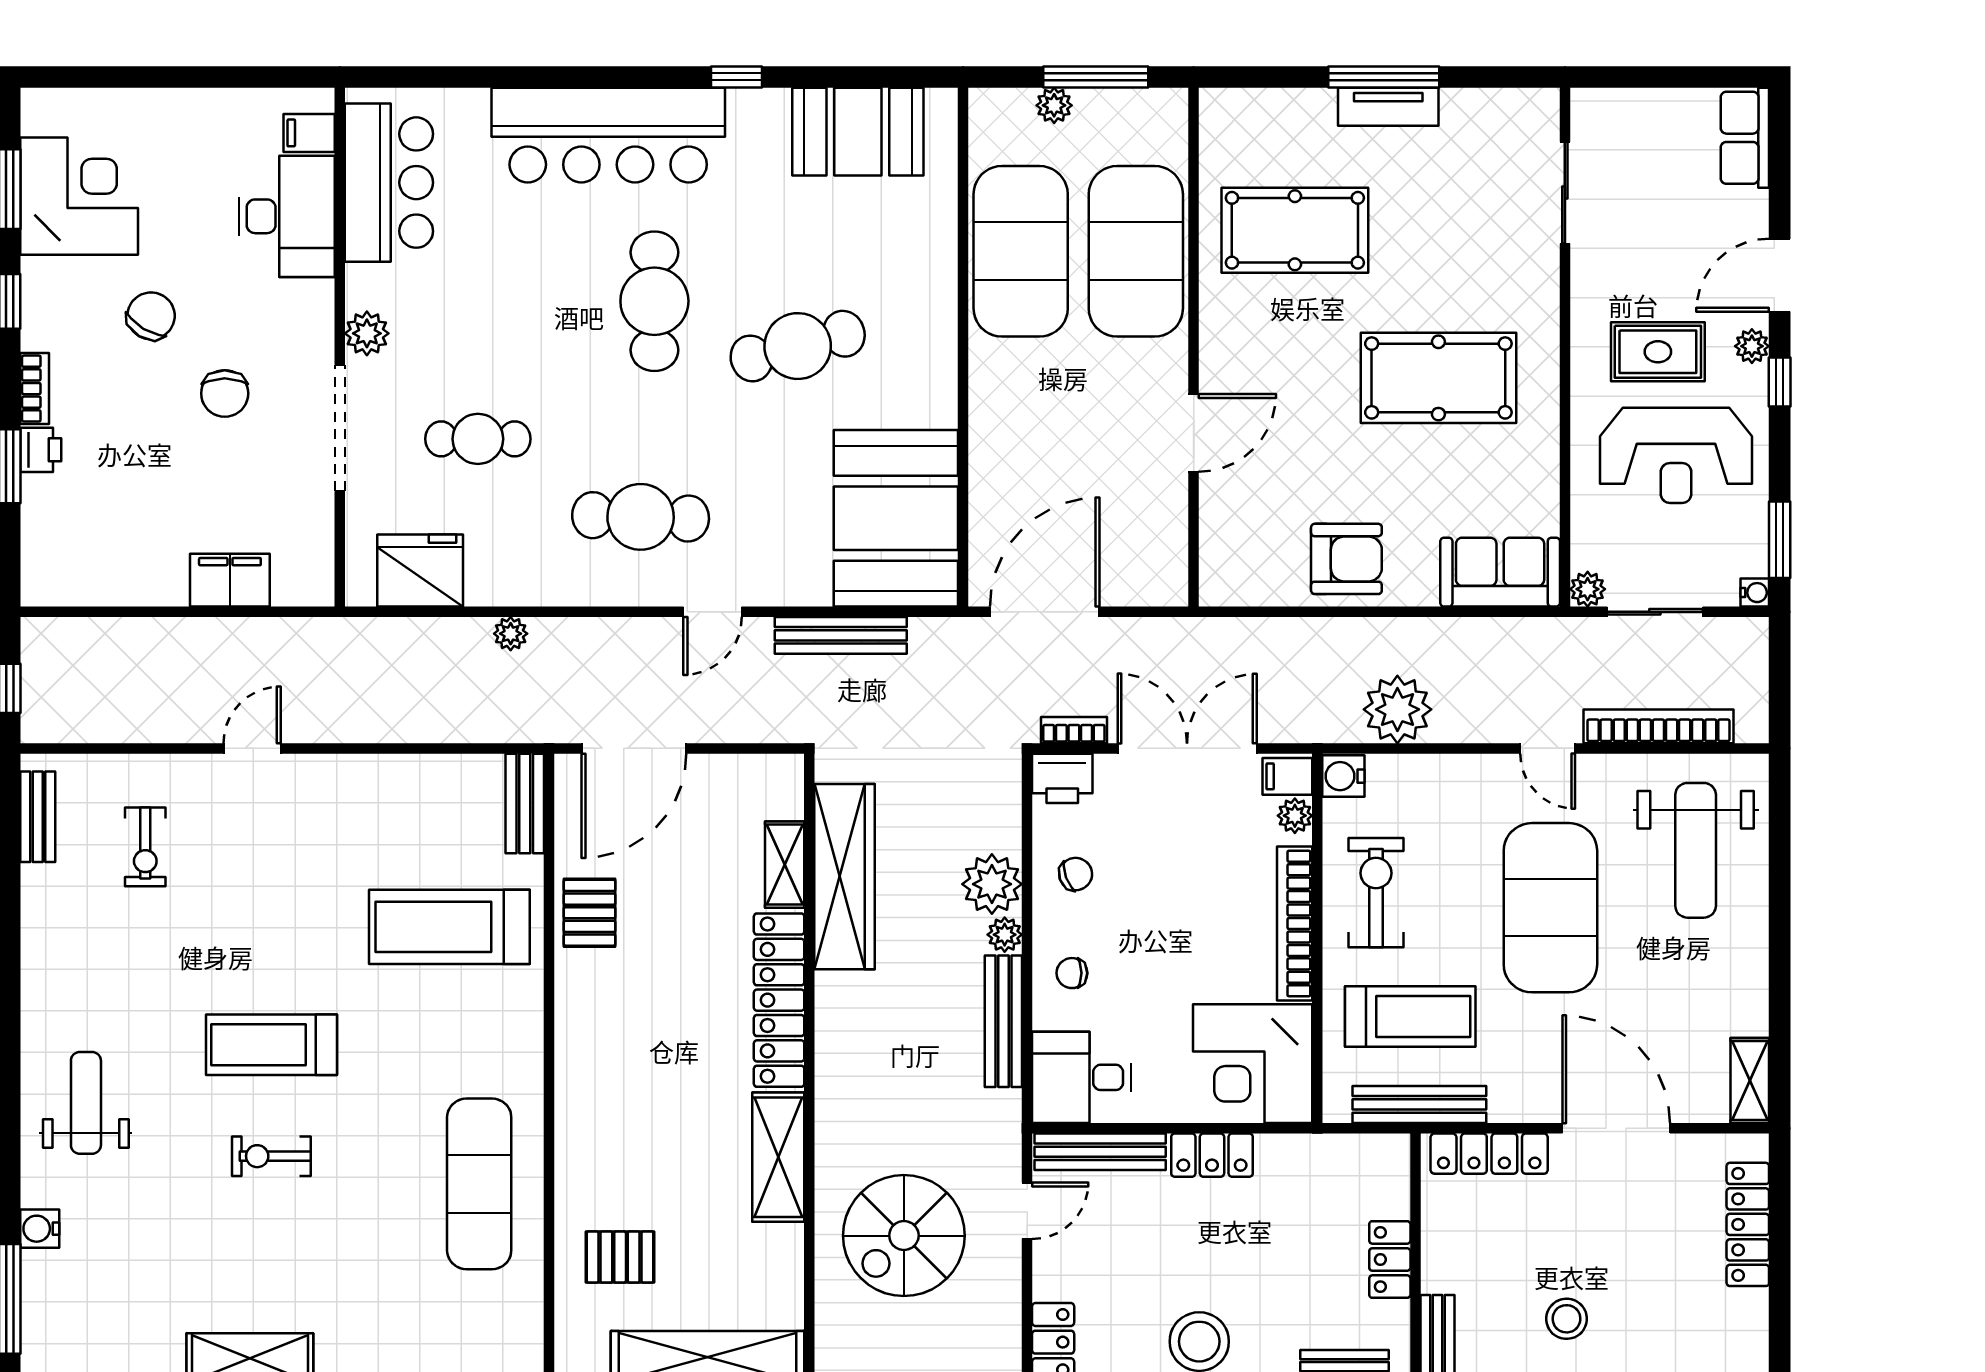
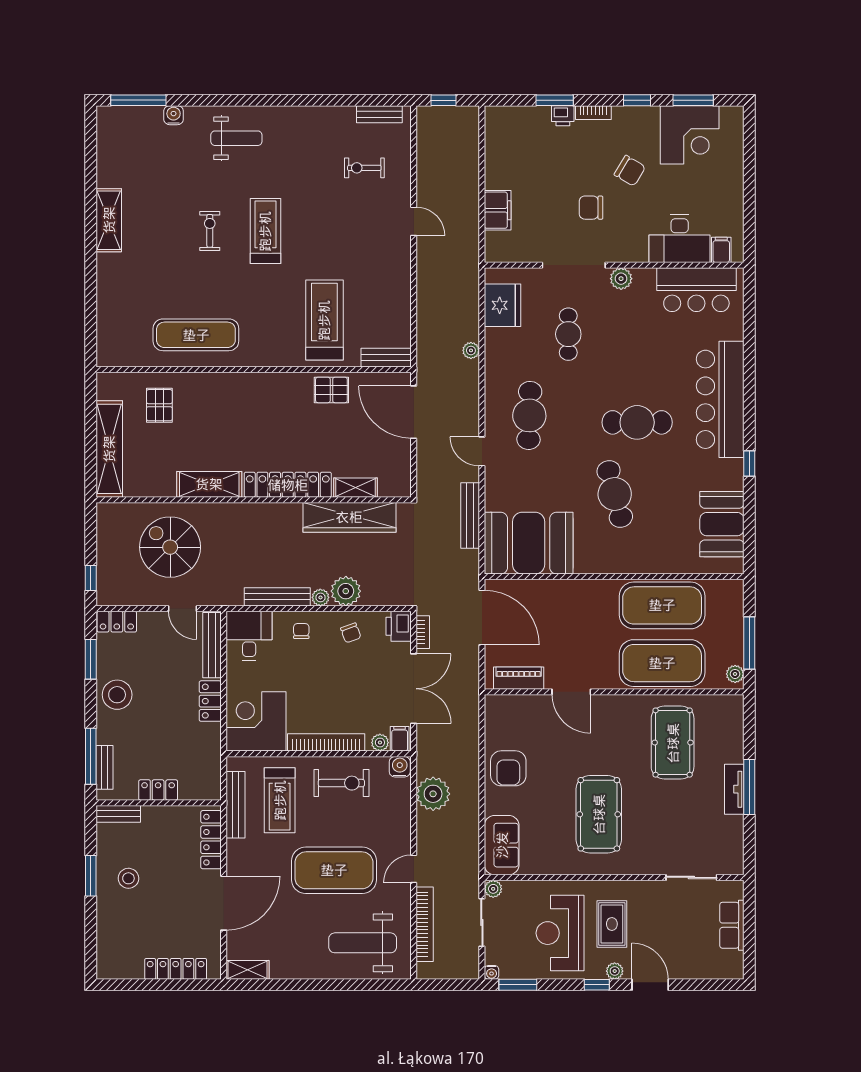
plant: (1054, 105) -> (735, 674), moved
row of seats: (1745, 138) -> (732, 925), moved, turned -90
piano: (1166, 538) -> (519, 678), added

